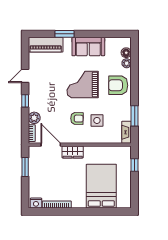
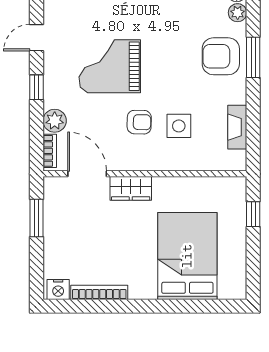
grand piano: (83, 84) -> (110, 66), moved
window: (135, 116) -> (253, 57), moved
fireplace: (126, 132) -> (237, 127), moved

